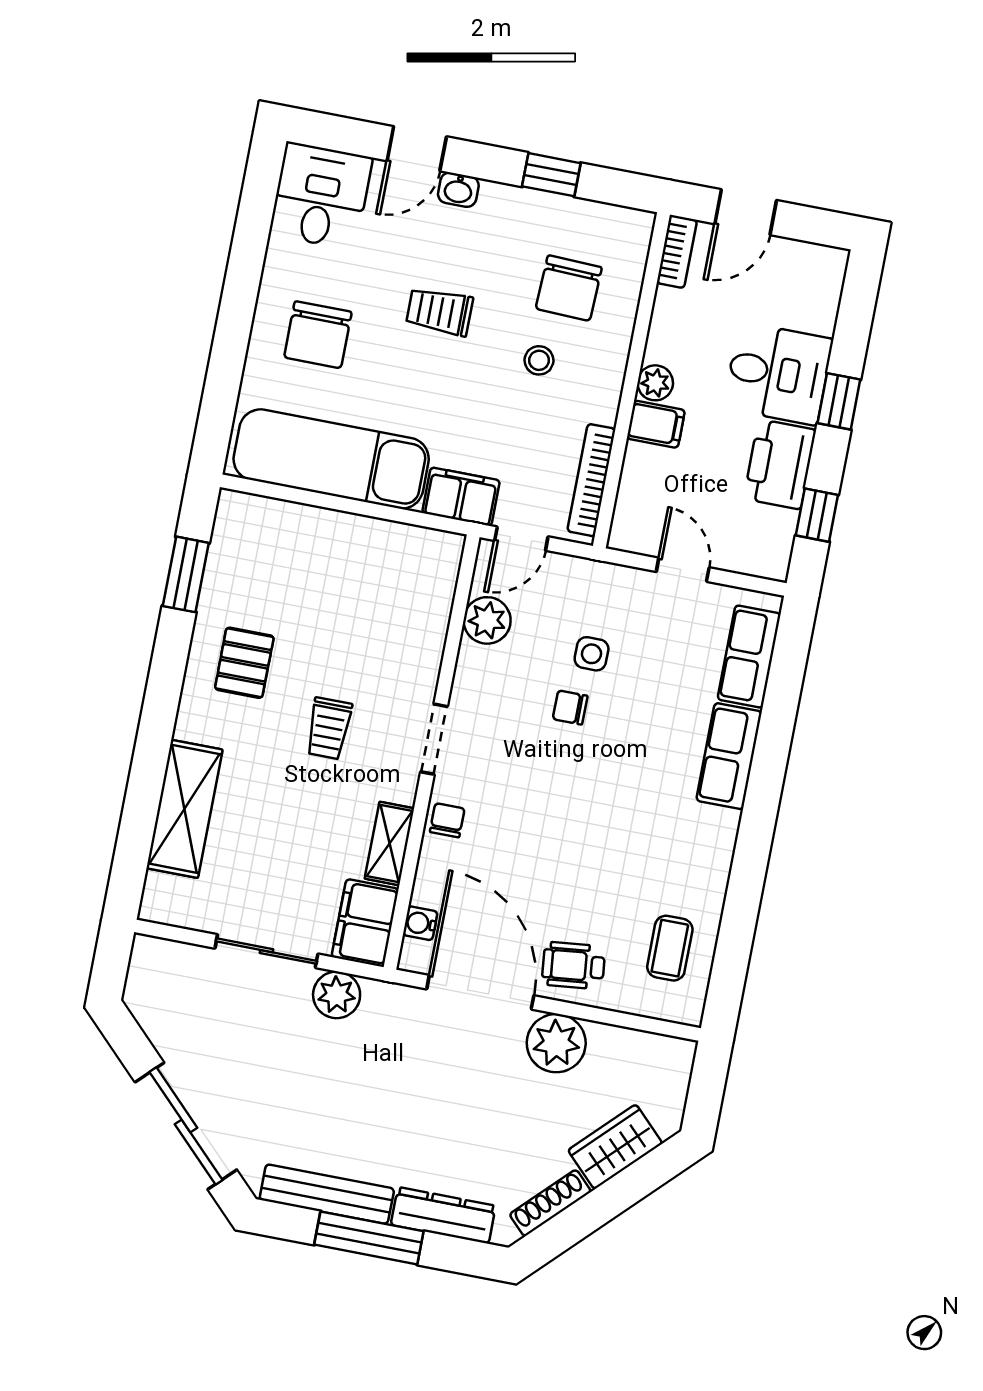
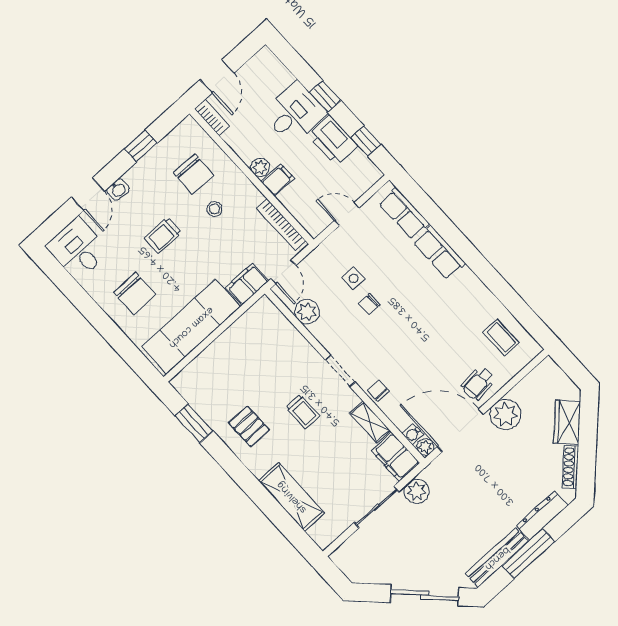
plant: (415, 957) -> (425, 447), added

